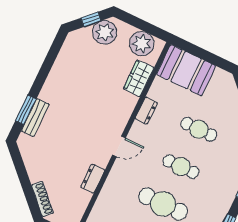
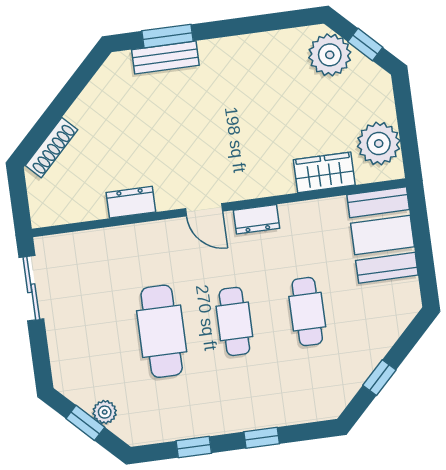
plant: (105, 32) -> (330, 55), moved
dresser: (146, 111) -> (257, 219), moved

